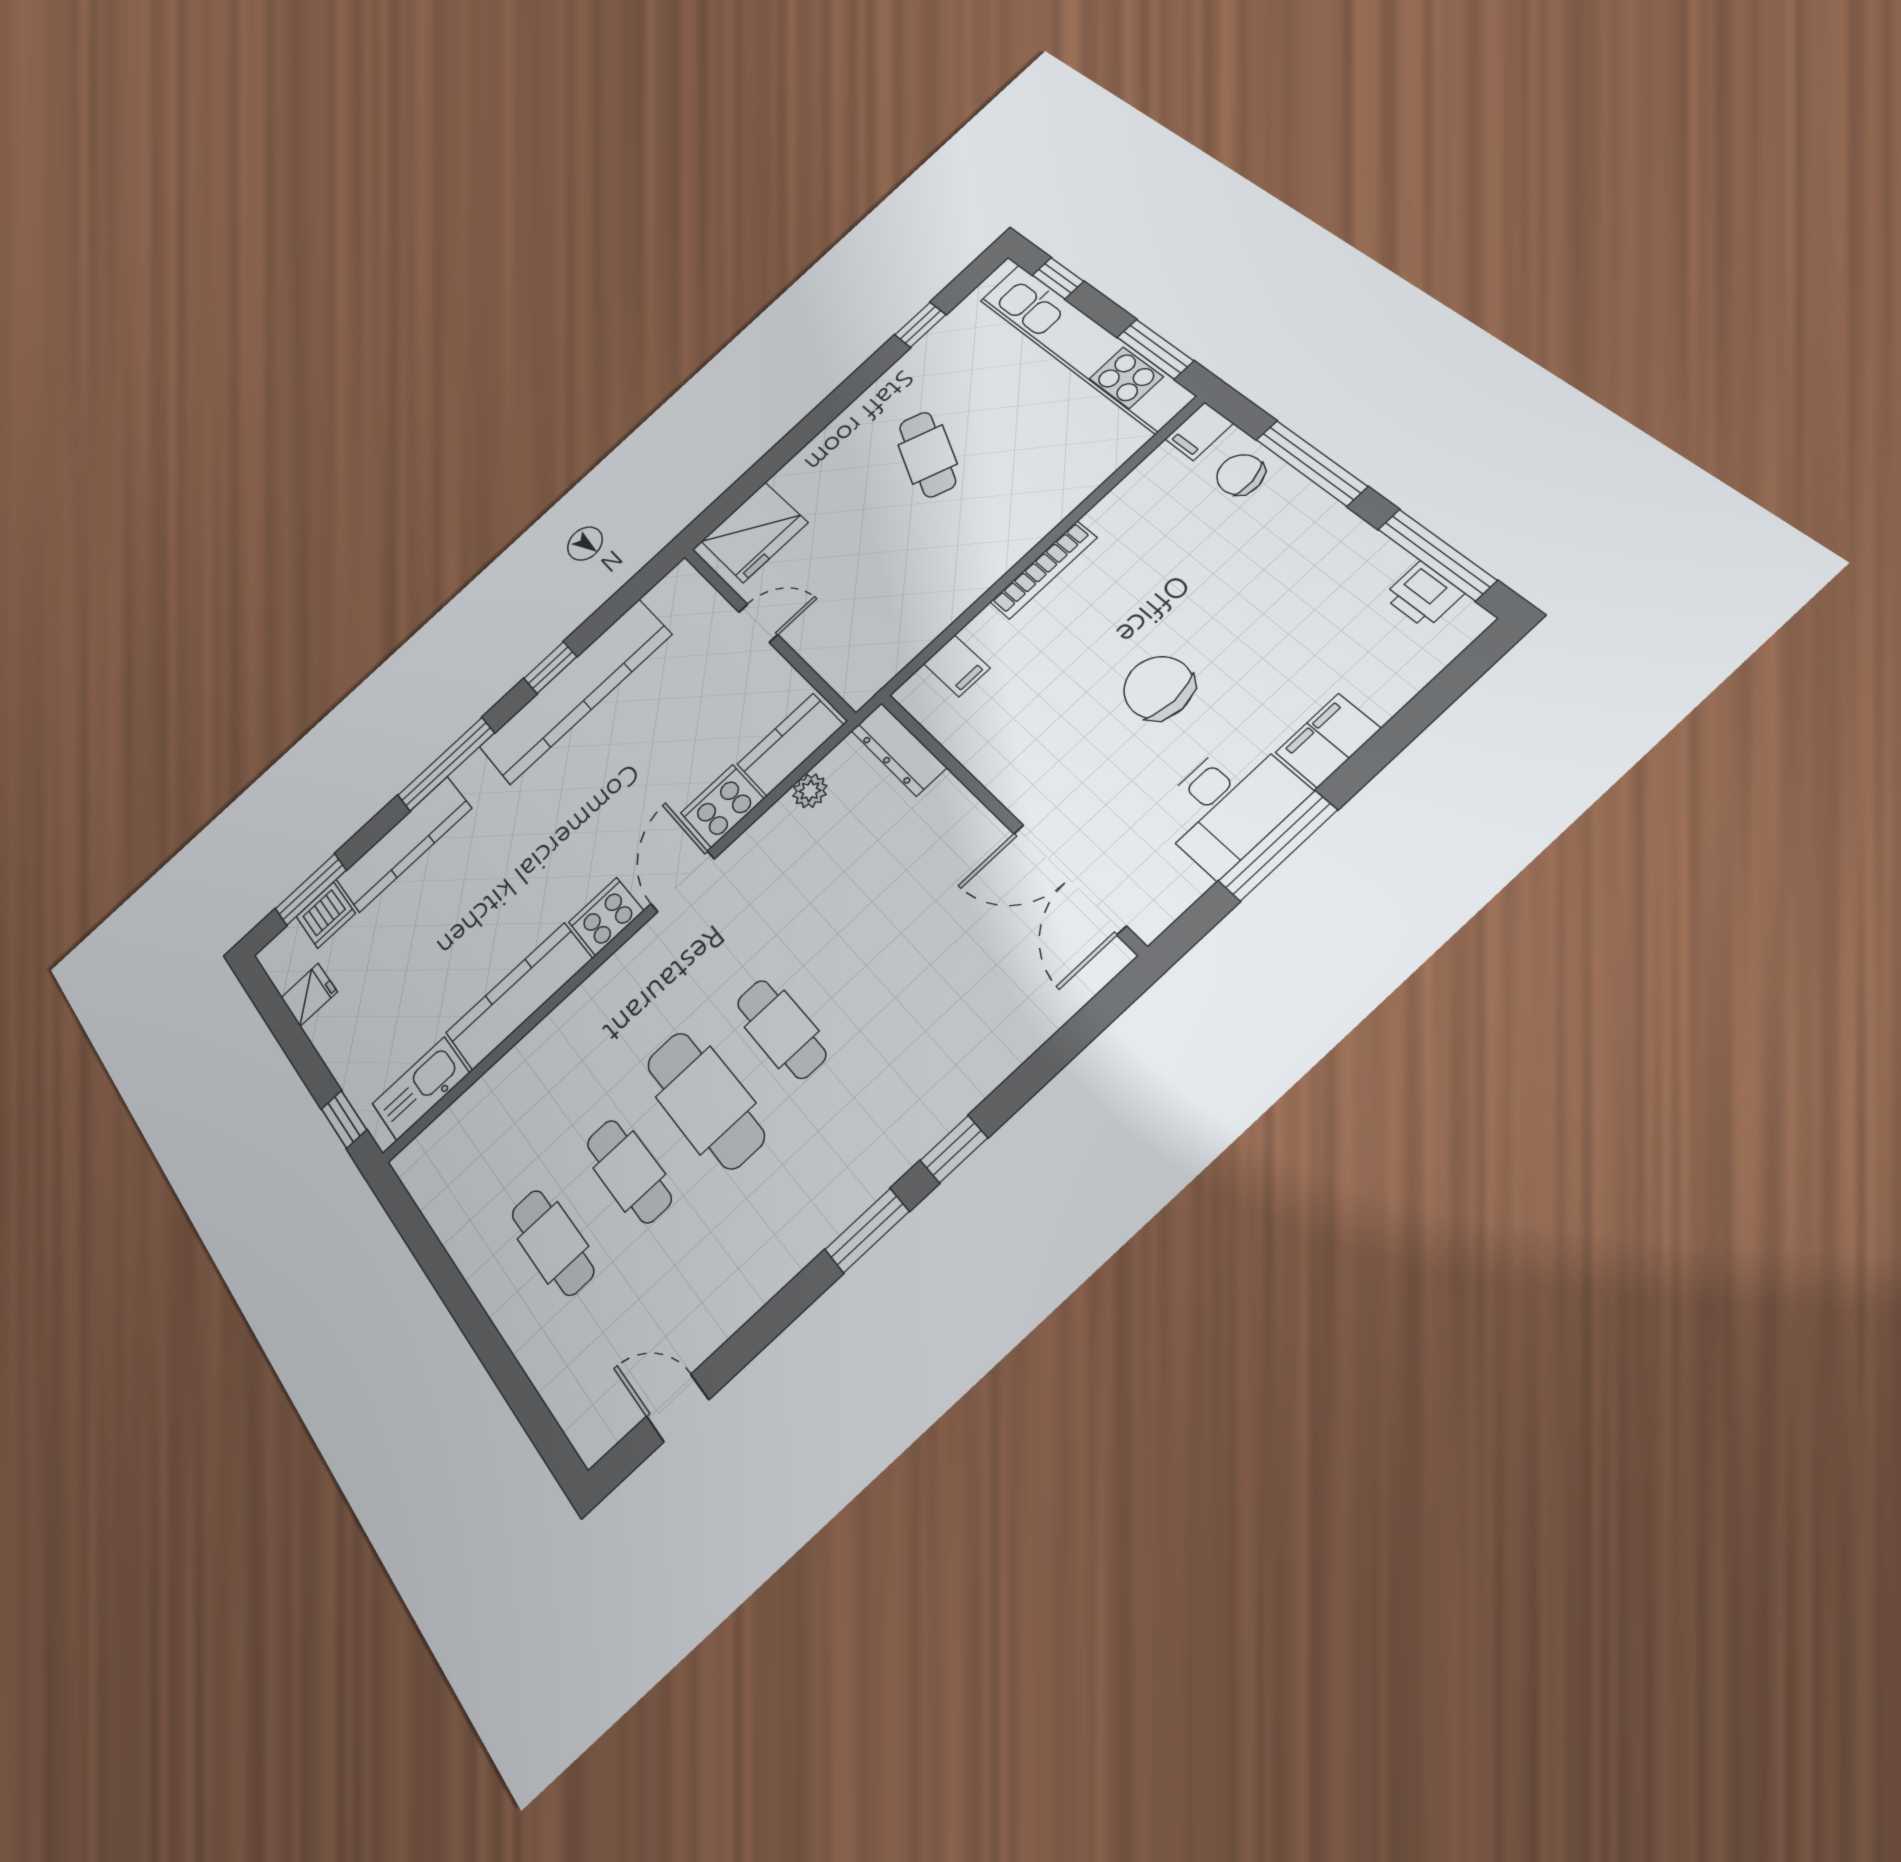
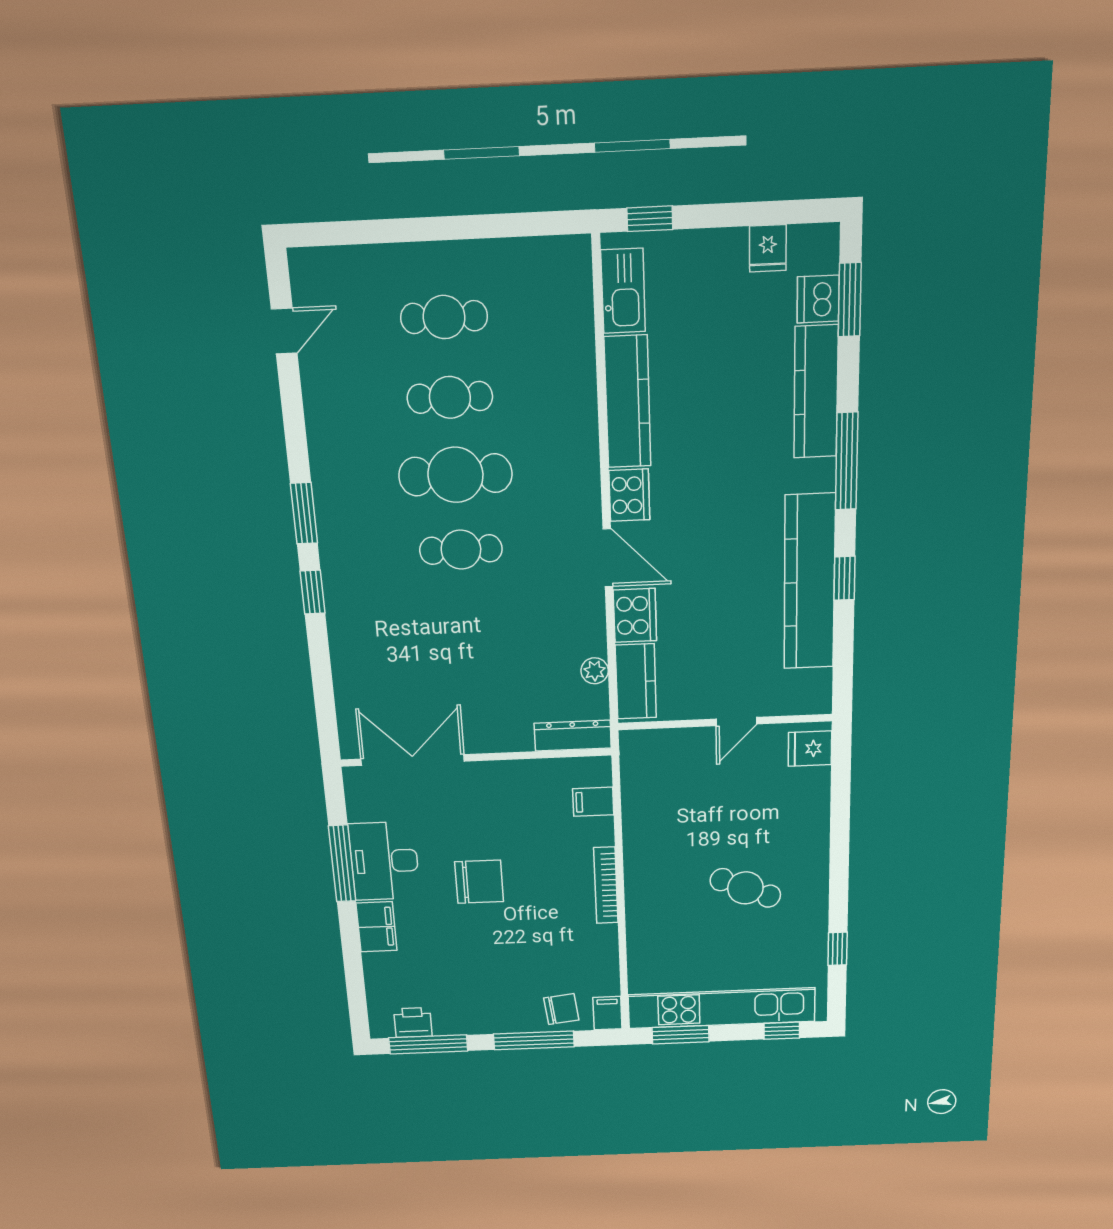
fridge: (754, 532) -> (810, 749), width x0.53, depth x0.75

